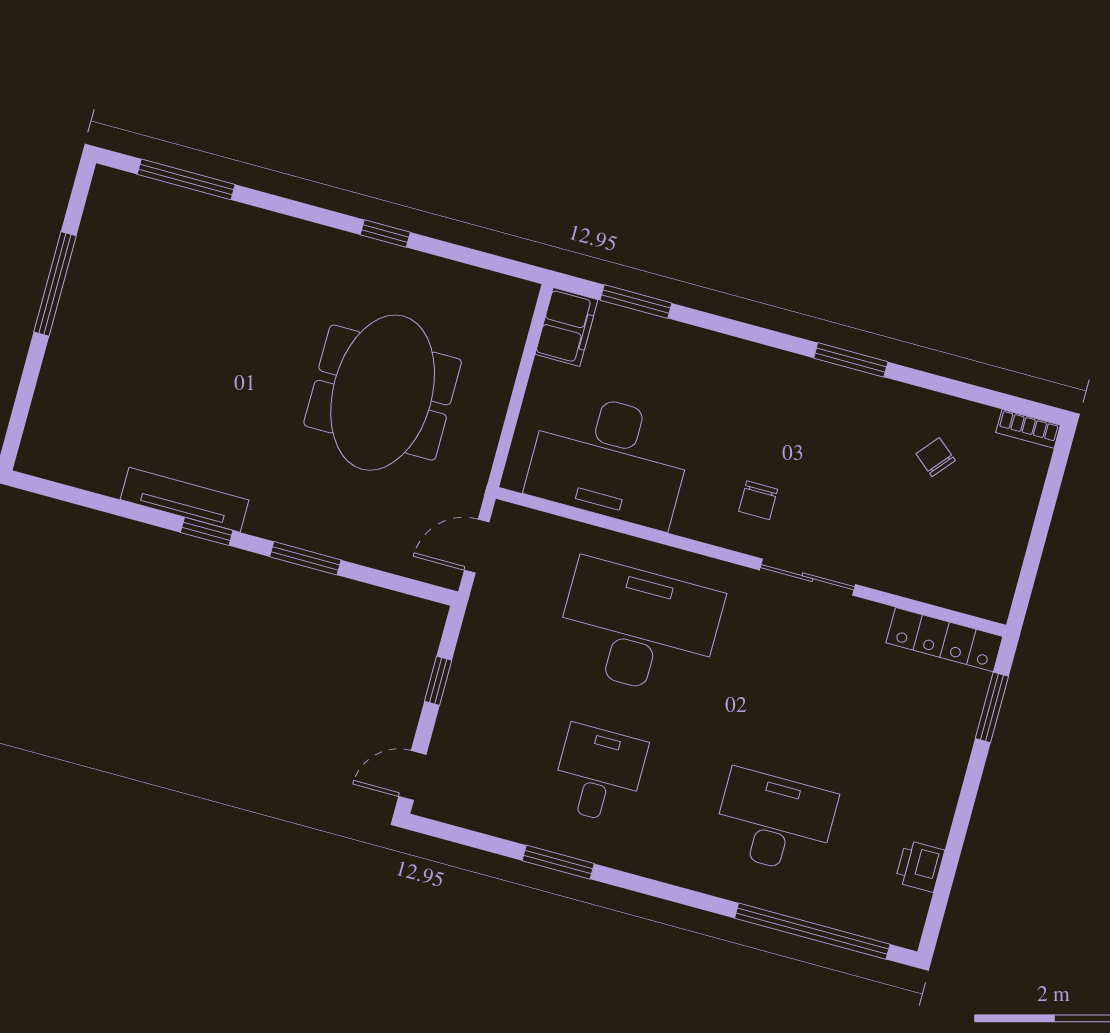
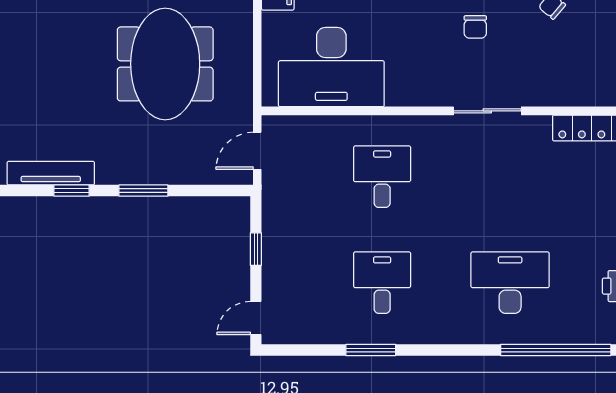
chair: (758, 500) -> (475, 27), moved
desk: (638, 628) -> (382, 177), width x0.53, depth x0.77

